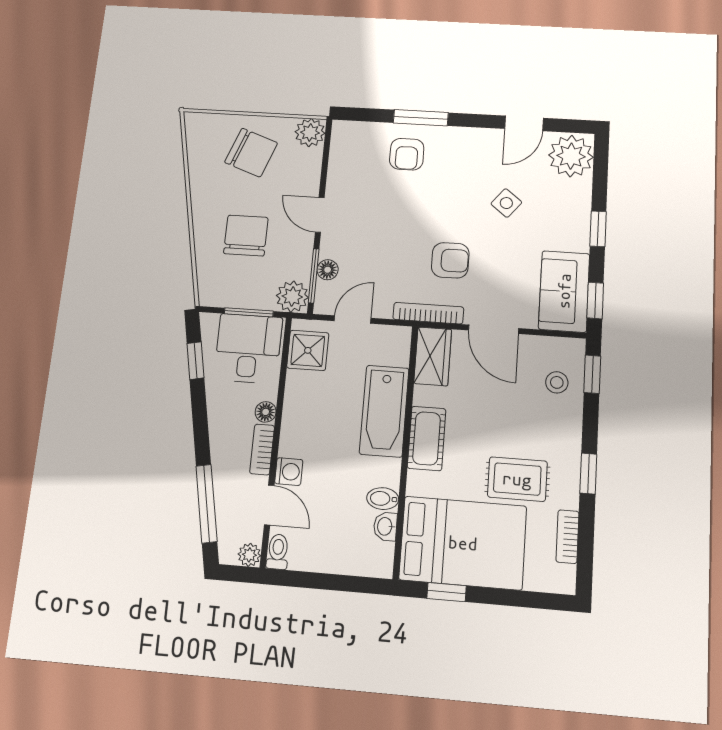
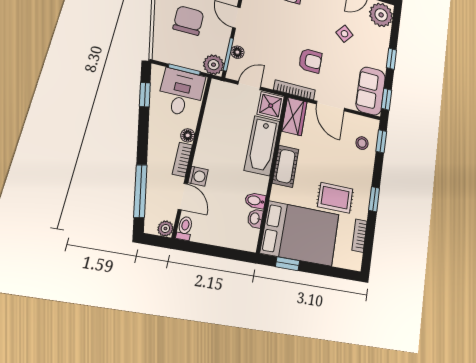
shower: (308, 350) -> (271, 106), moved

